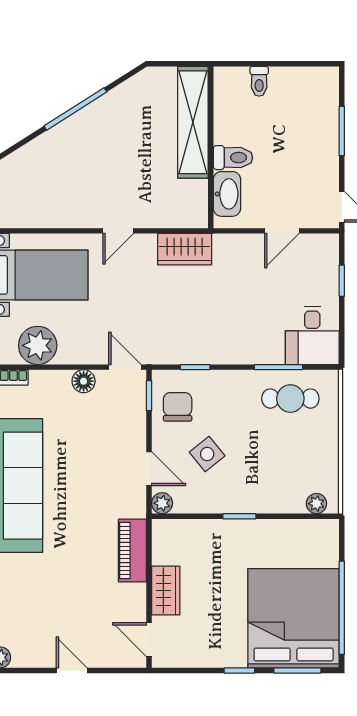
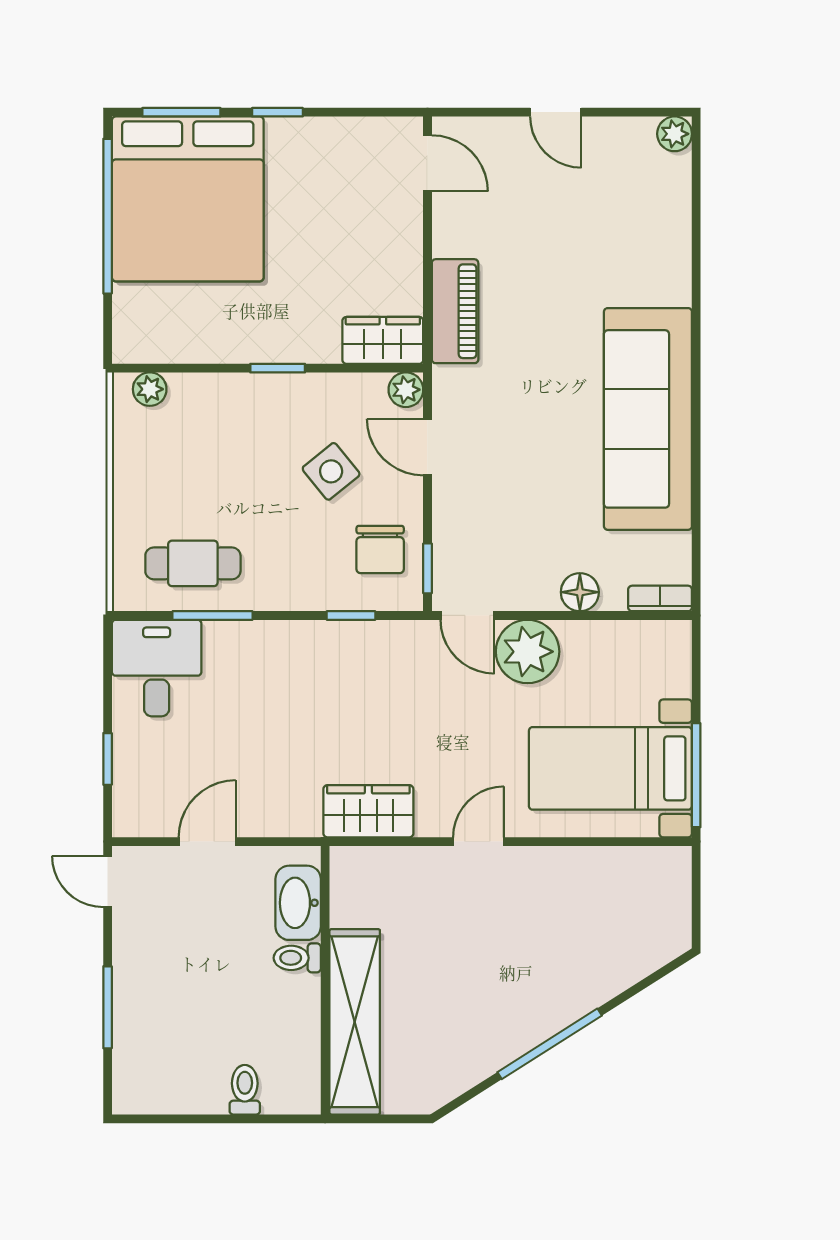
toilet: (233, 158) -> (297, 958), width x0.73, depth x0.72
plant: (38, 345) -> (528, 652), moved
floor lamp: (84, 381) -> (580, 592), moved
wardrobe: (166, 591) -> (383, 340), moved, turned 90

